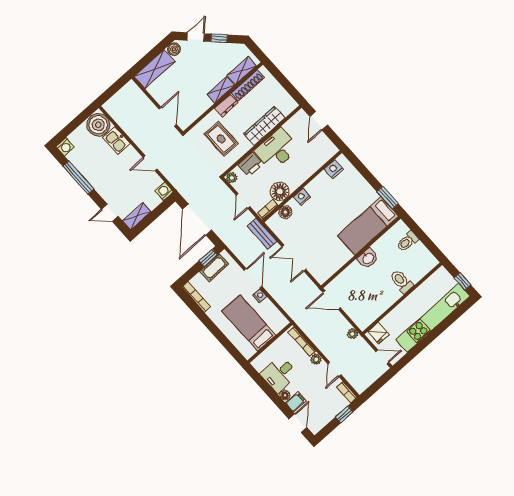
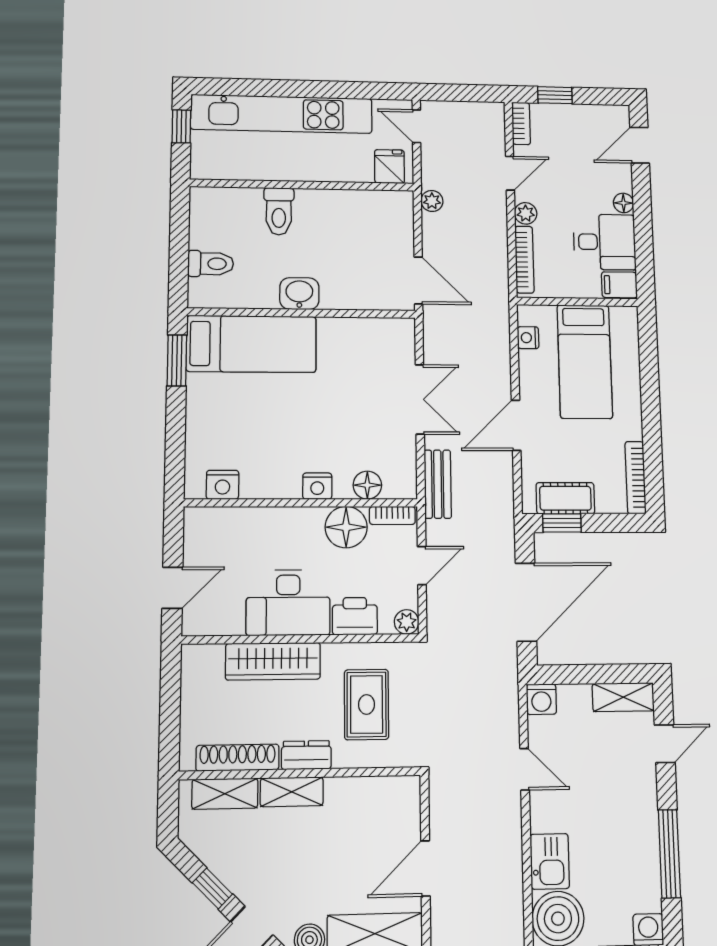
door: (168, 117) -> (425, 868), moved
door: (110, 213) -> (665, 744), hinge flipped
nightstand: (260, 296) -> (528, 338), moved
filing cabinet: (296, 402) -> (619, 285), moved

